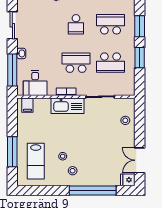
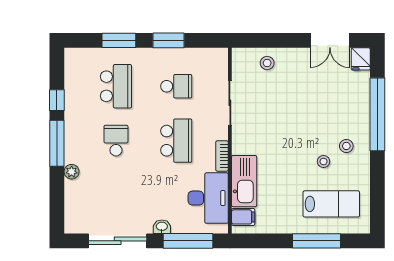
school desk: (76, 24) -> (116, 141), turned -90
school desk: (111, 24) -> (116, 86), turned 180
sliding door: (12, 25) -> (118, 241), width x1.37
school desk: (76, 63) -> (176, 141), turned 180
school desk: (111, 63) -> (176, 86), width x0.54
desk: (35, 83) -> (208, 198), width x1.37
kitchen sink: (68, 106) -> (244, 181), moved

